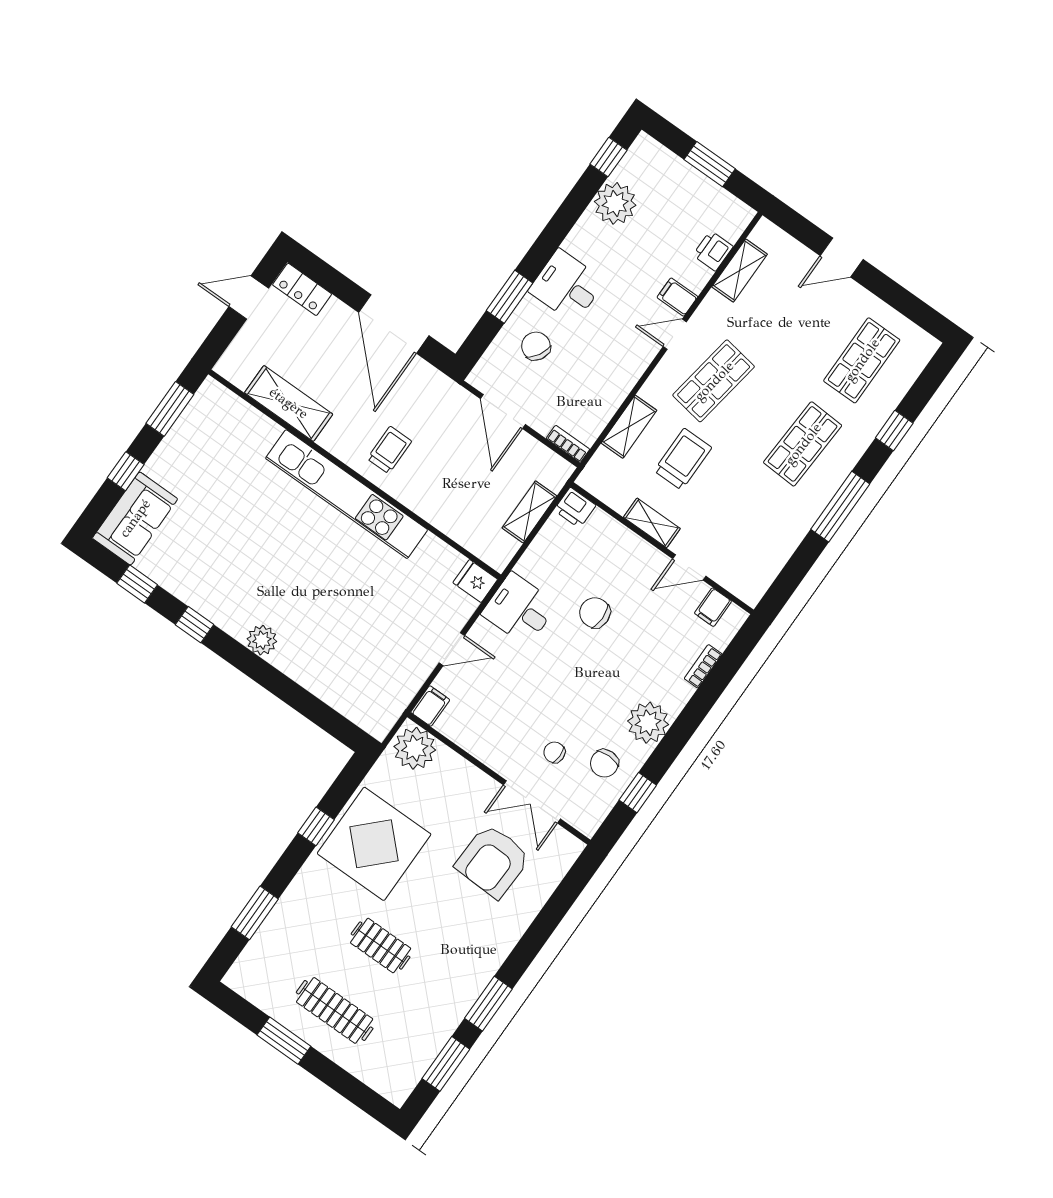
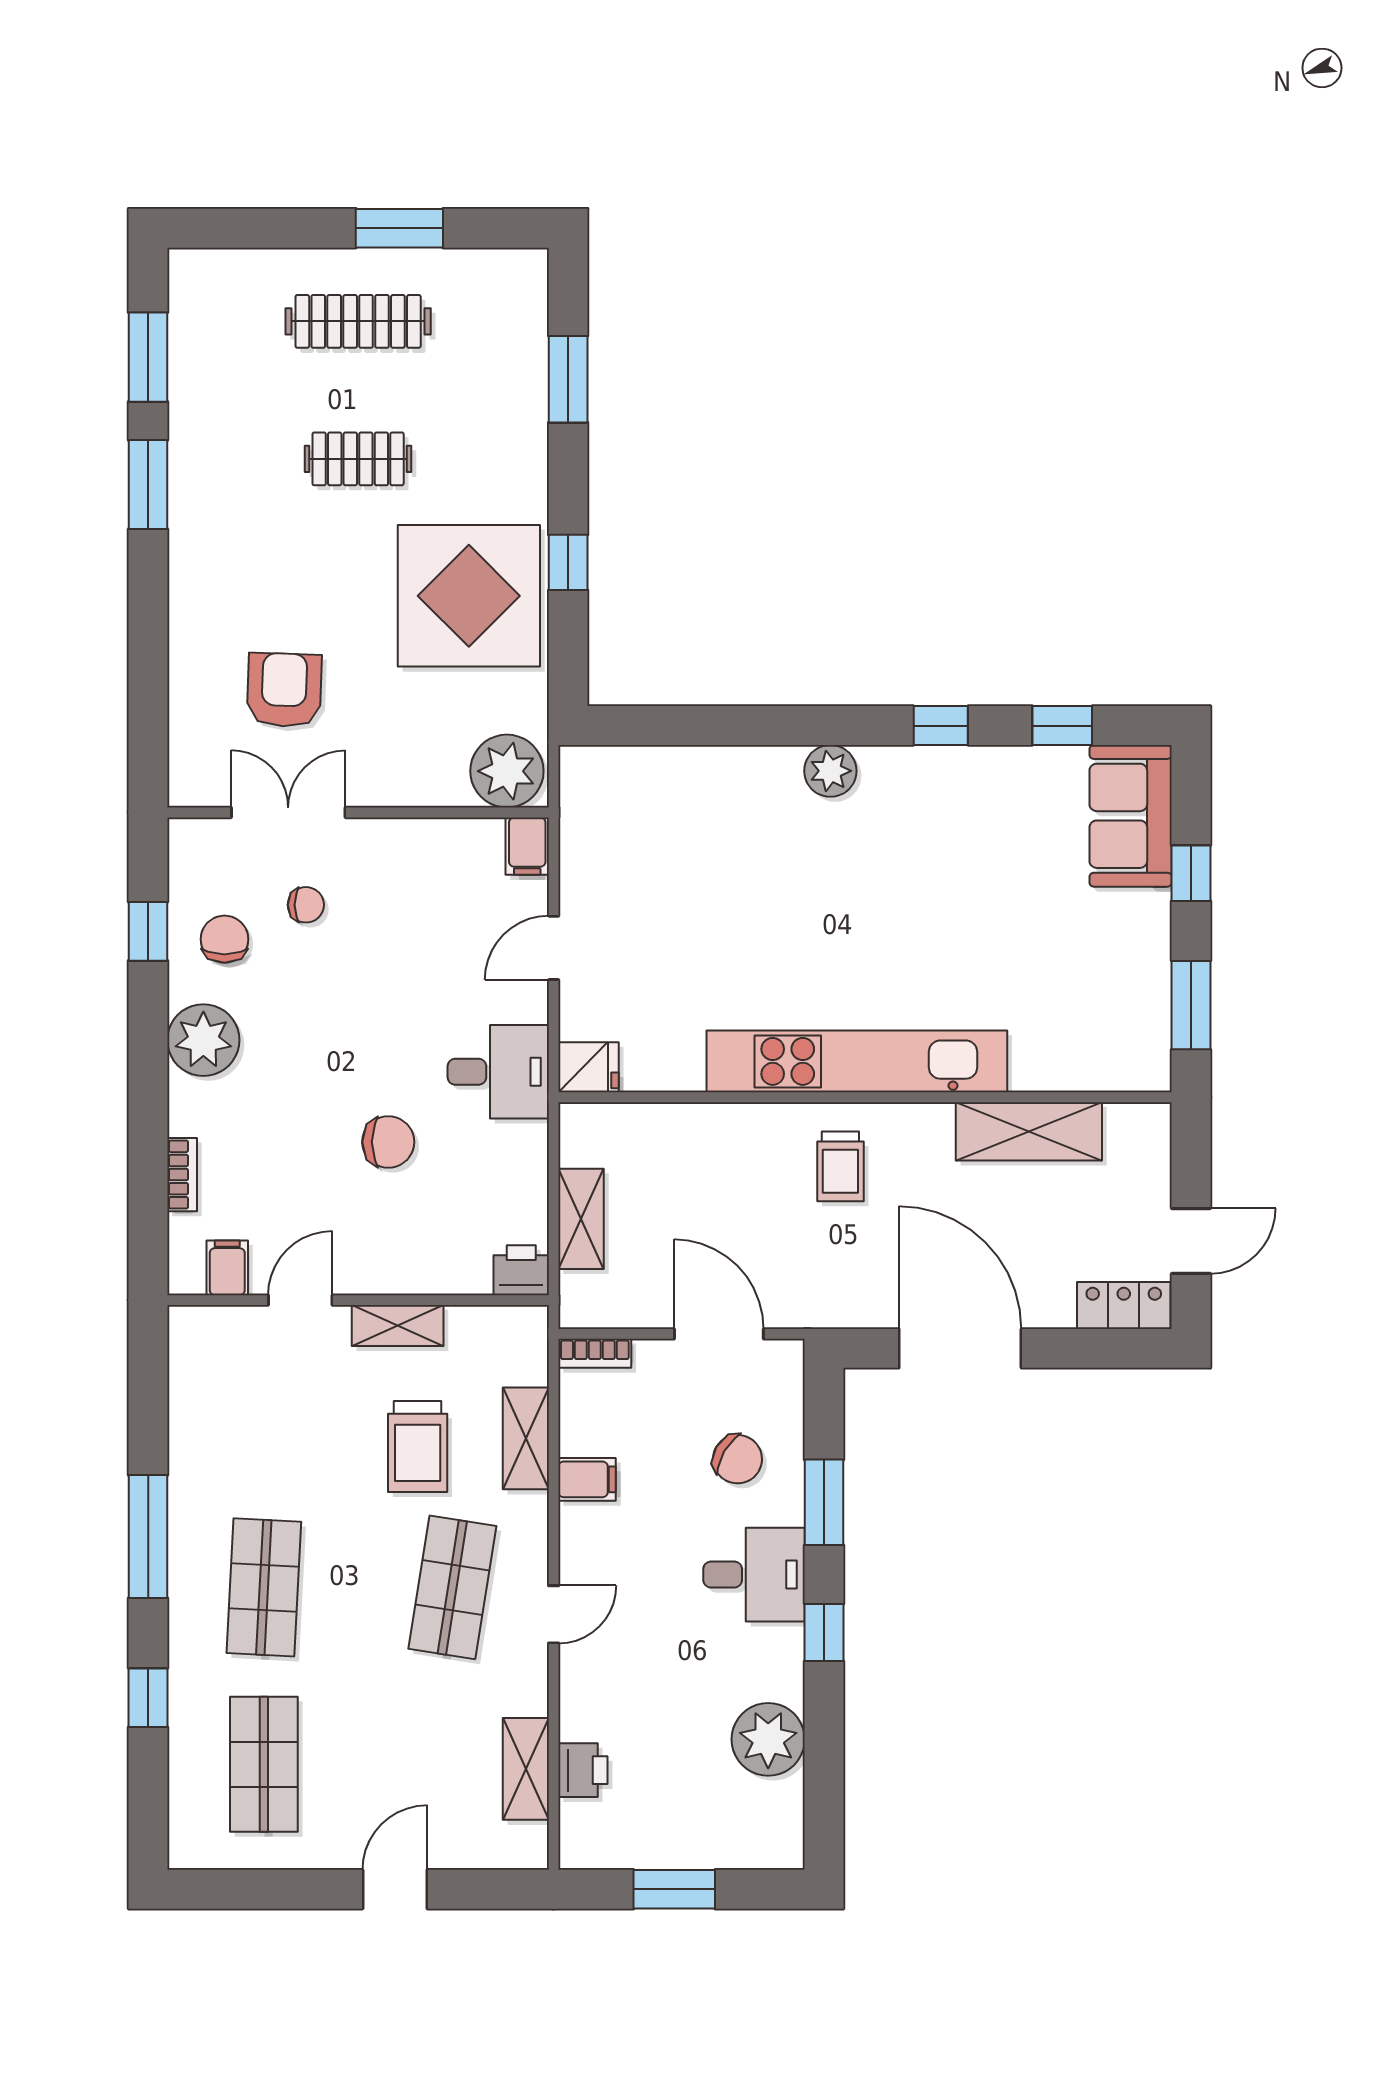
window: (608, 157) -> (824, 1633), moved
filing cabinet: (677, 297) -> (587, 1479), moved
armchair: (493, 861) -> (284, 690), width x0.73, depth x0.73

